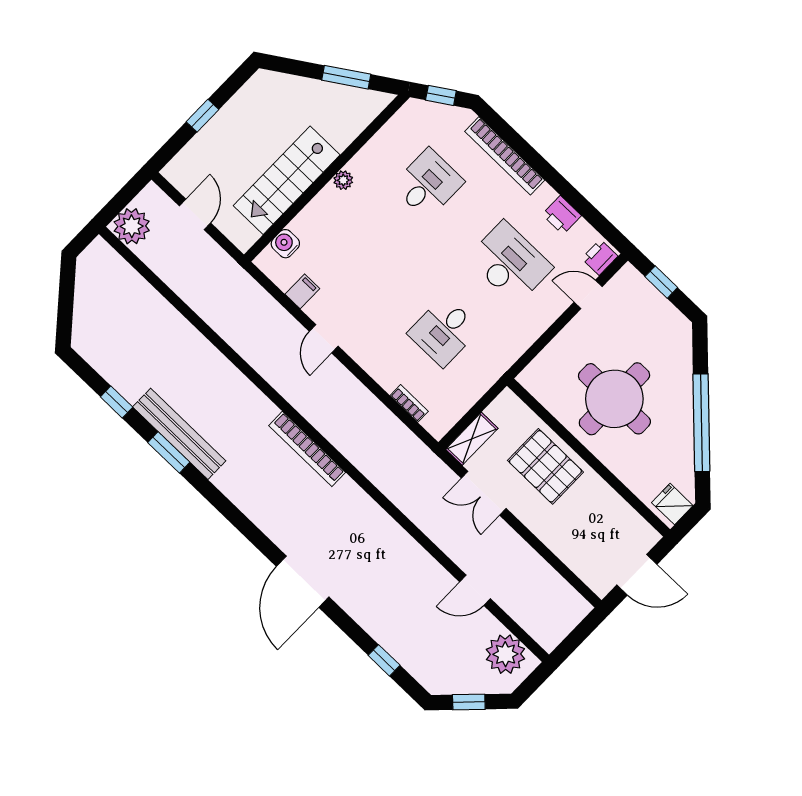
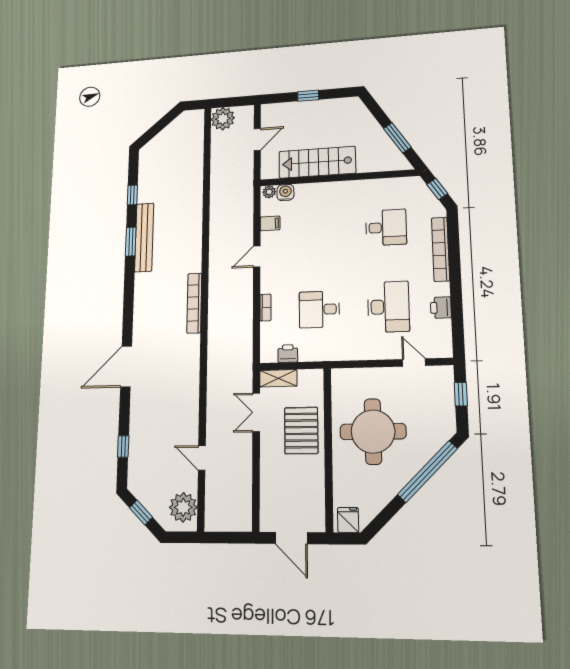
plant: (343, 180) -> (269, 192), moved
printer: (600, 257) -> (288, 354), moved
bookcase: (409, 403) -> (266, 308), moved
window: (701, 423) -> (427, 472), moved

